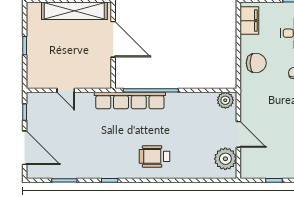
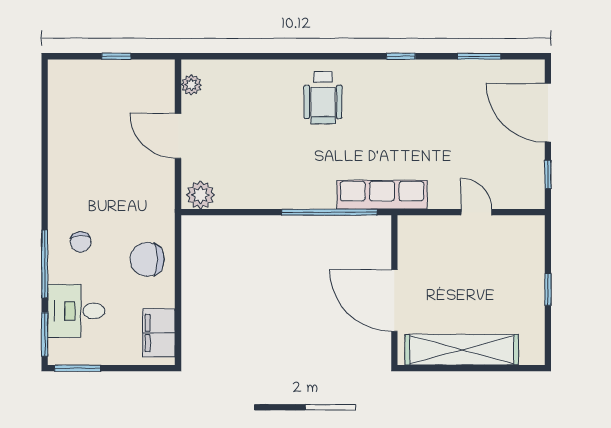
row of seats: (130, 100) -> (382, 195), width x0.73
wheelchair: (154, 156) -> (323, 98), turned 90
plant: (225, 159) -> (191, 85), width x0.53, depth x0.53

